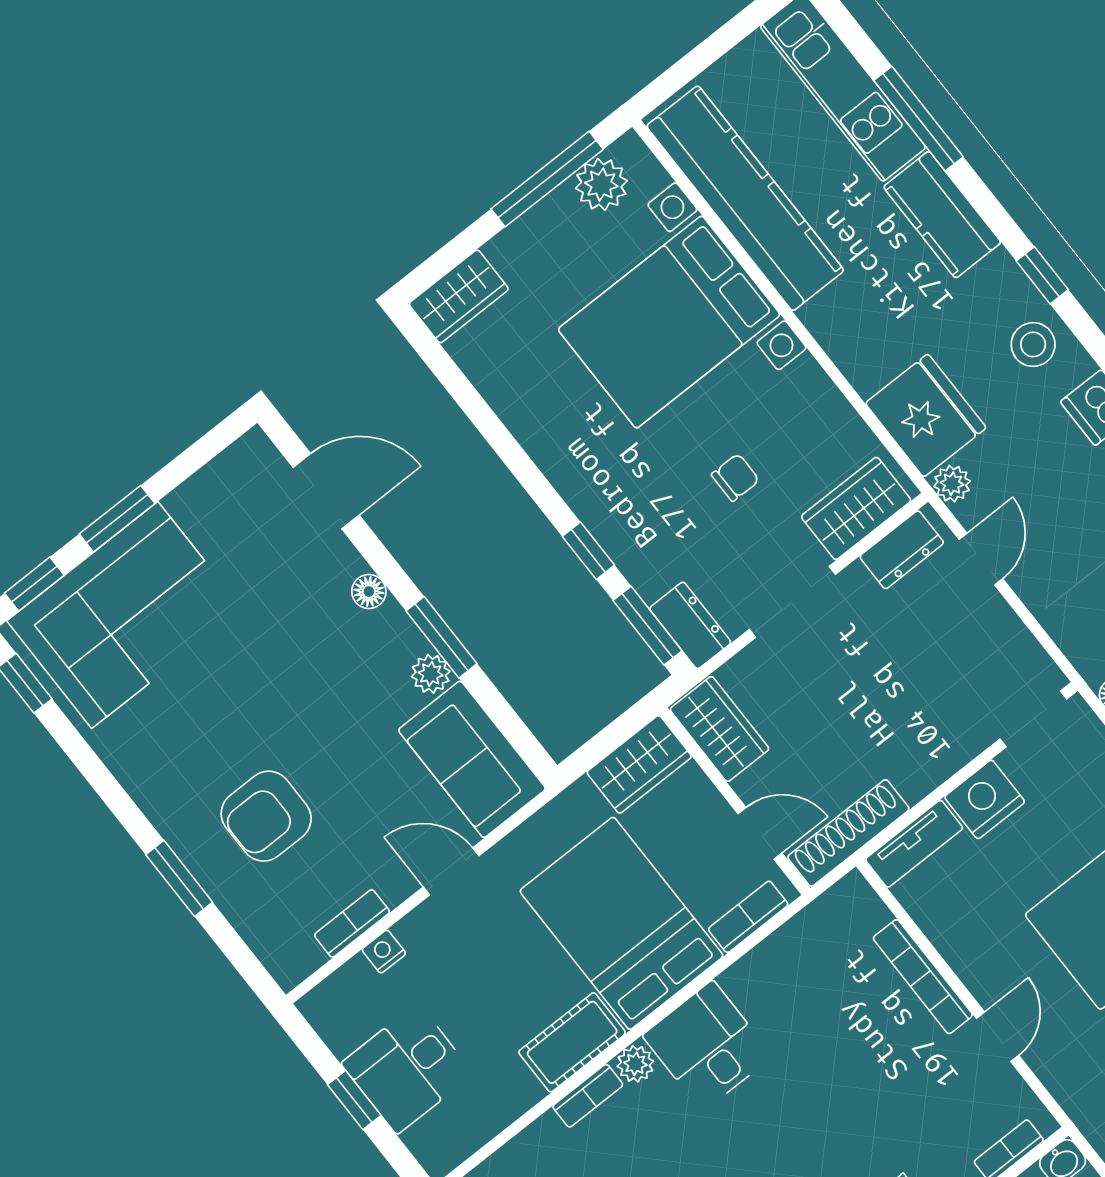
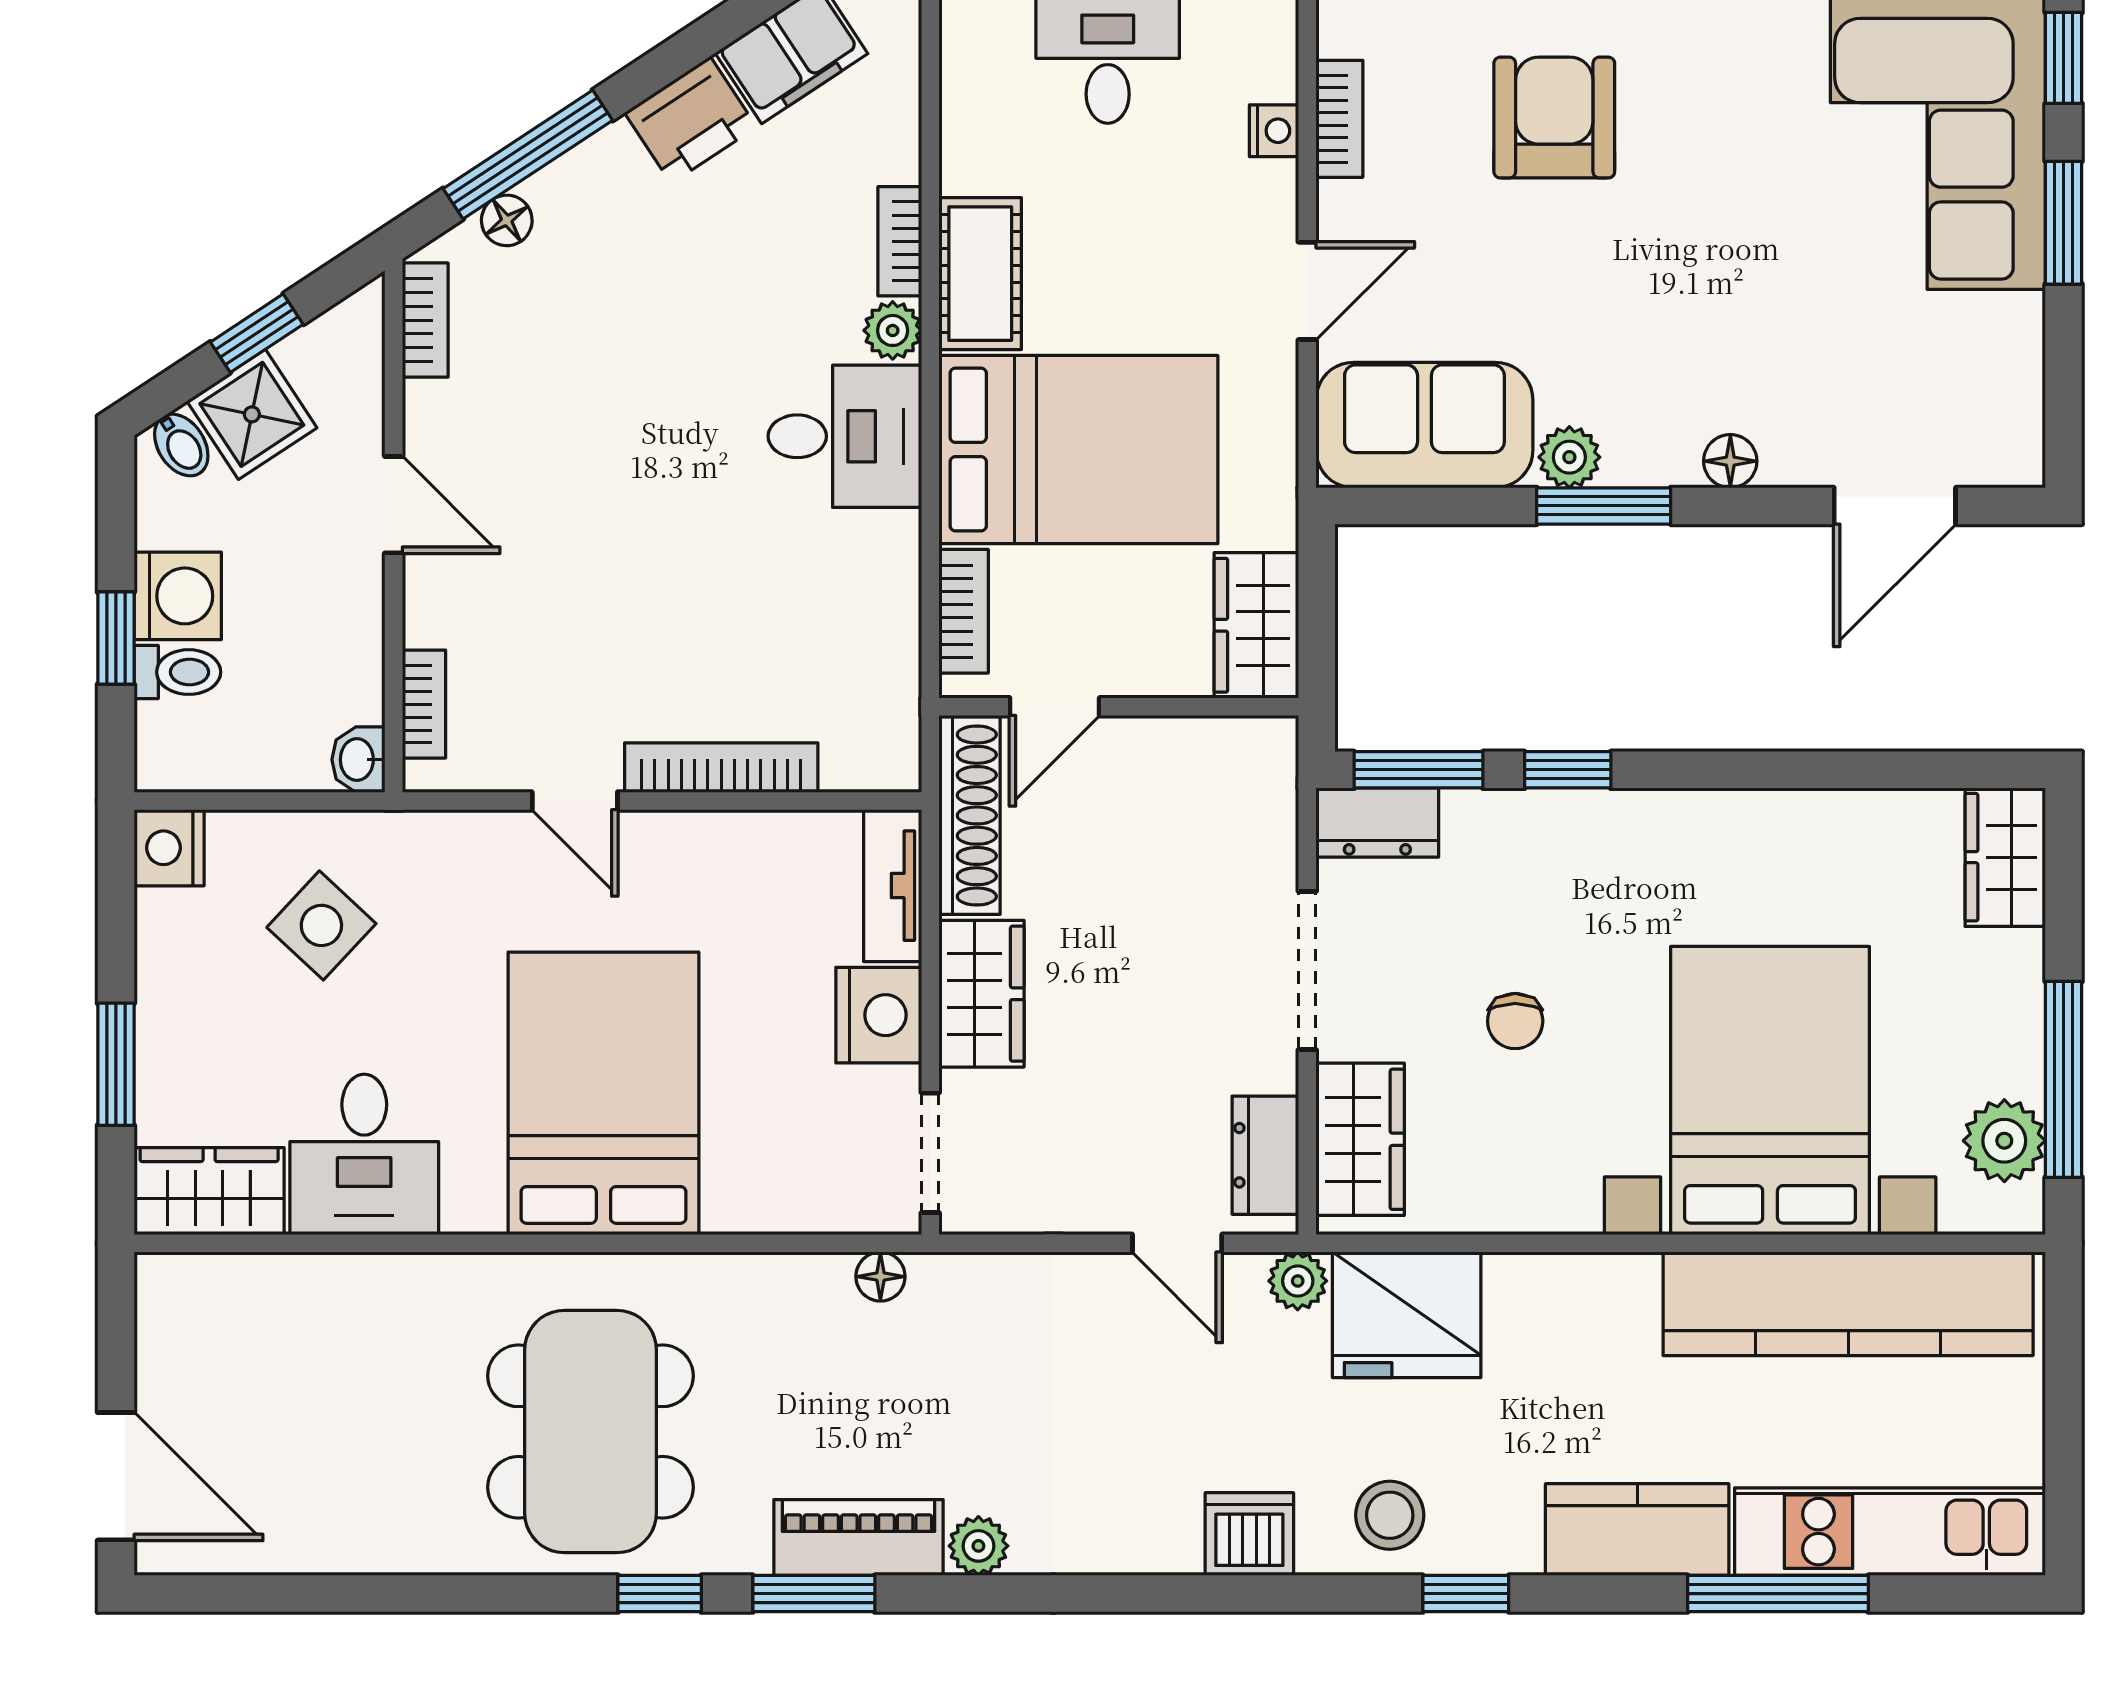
wardrobe: (719, 729) -> (981, 994), moved, turned -90

